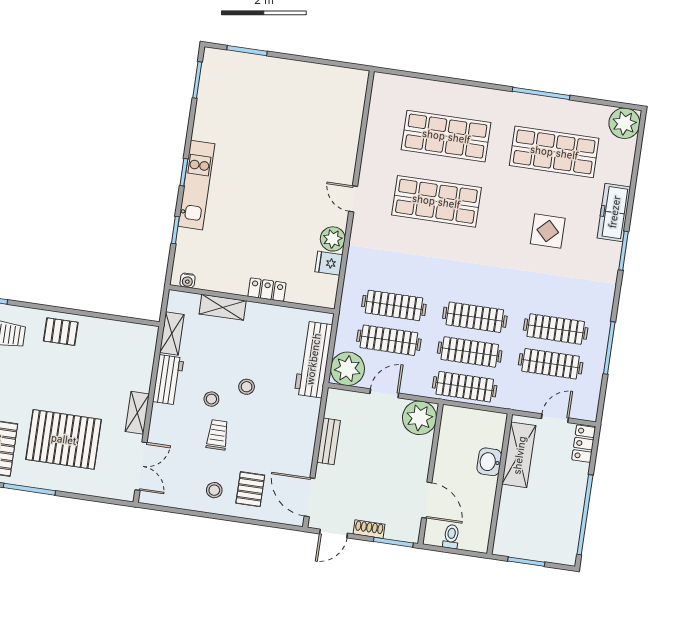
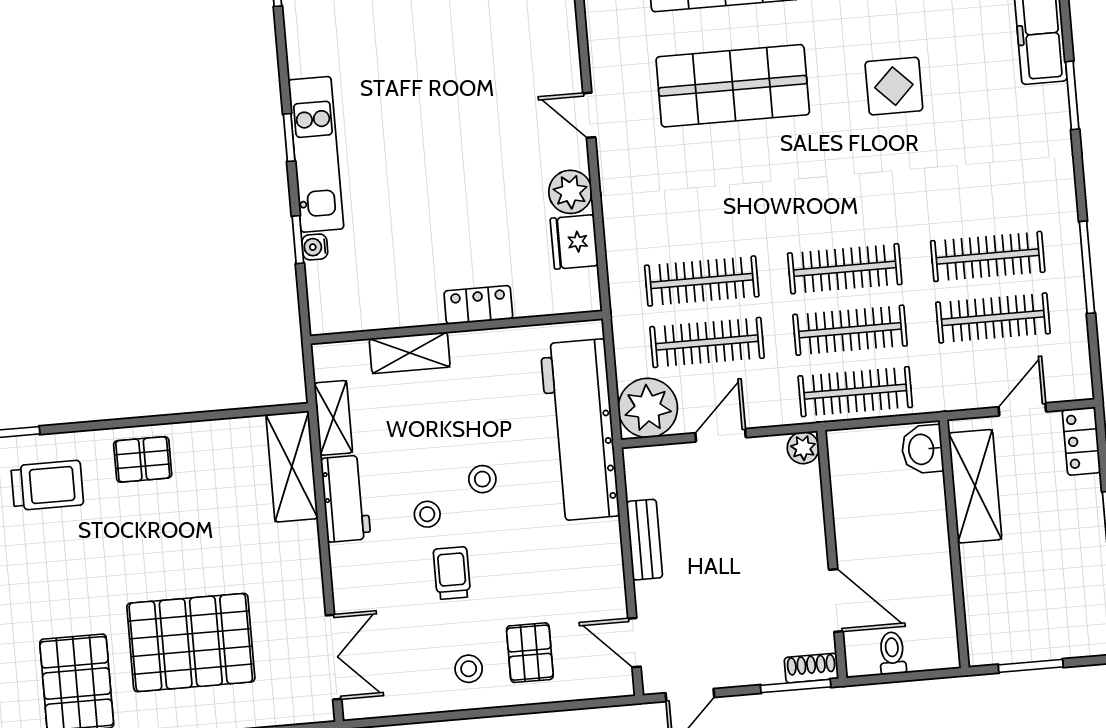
display table: (548, 231) -> (894, 86), moved
fridge: (329, 263) -> (574, 242), width x1.38
water cooler: (187, 281) -> (315, 247), moved, turned 90
workbench: (313, 359) -> (580, 430), width x1.36, depth x1.32
shelving: (137, 413) -> (292, 467), moved, width x1.50, depth x1.33
plant: (419, 418) -> (803, 448), width x0.53, depth x0.53
washbasin: (489, 462) -> (922, 449), moved
door: (310, 497) -> (634, 643), width x0.73
shoe rack: (369, 529) -> (811, 668), moved

